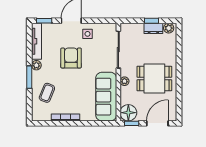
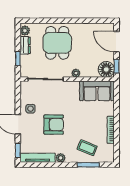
window: (151, 21) -> (18, 59), moved
armchair: (71, 58) -> (54, 125), turned 180
window: (29, 77) -> (88, 165), moved
dining table: (154, 79) -> (57, 43), moved
sofa: (106, 97) -> (97, 91), width x0.73

